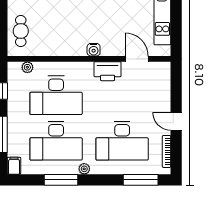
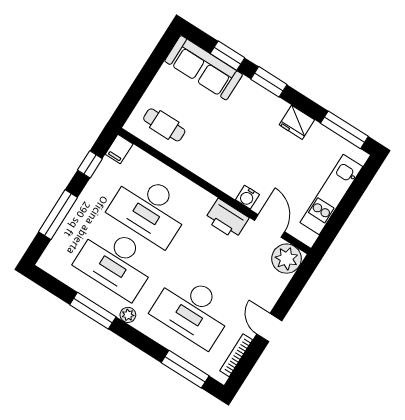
cafe table: (21, 31) -> (164, 125), moved, turned 90
water cooler: (94, 50) -> (247, 197), moved
plant: (27, 67) -> (287, 259), moved, width x1.88, depth x1.88
filing cabinet: (14, 166) -> (119, 149), moved, turned 180

